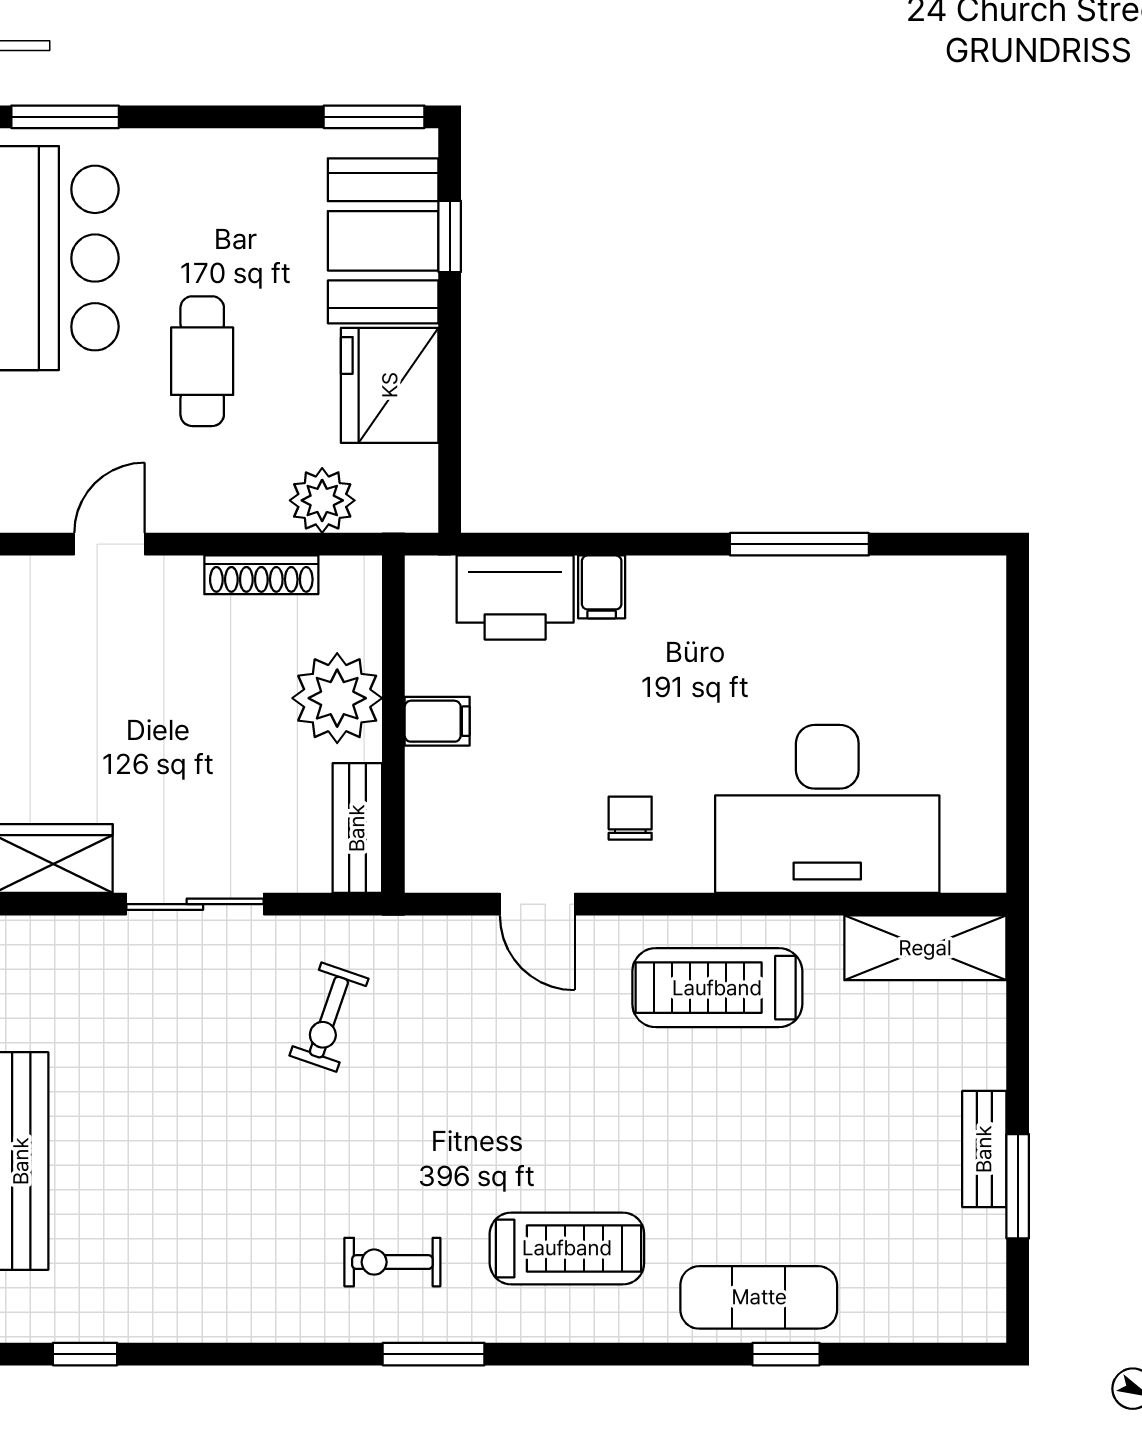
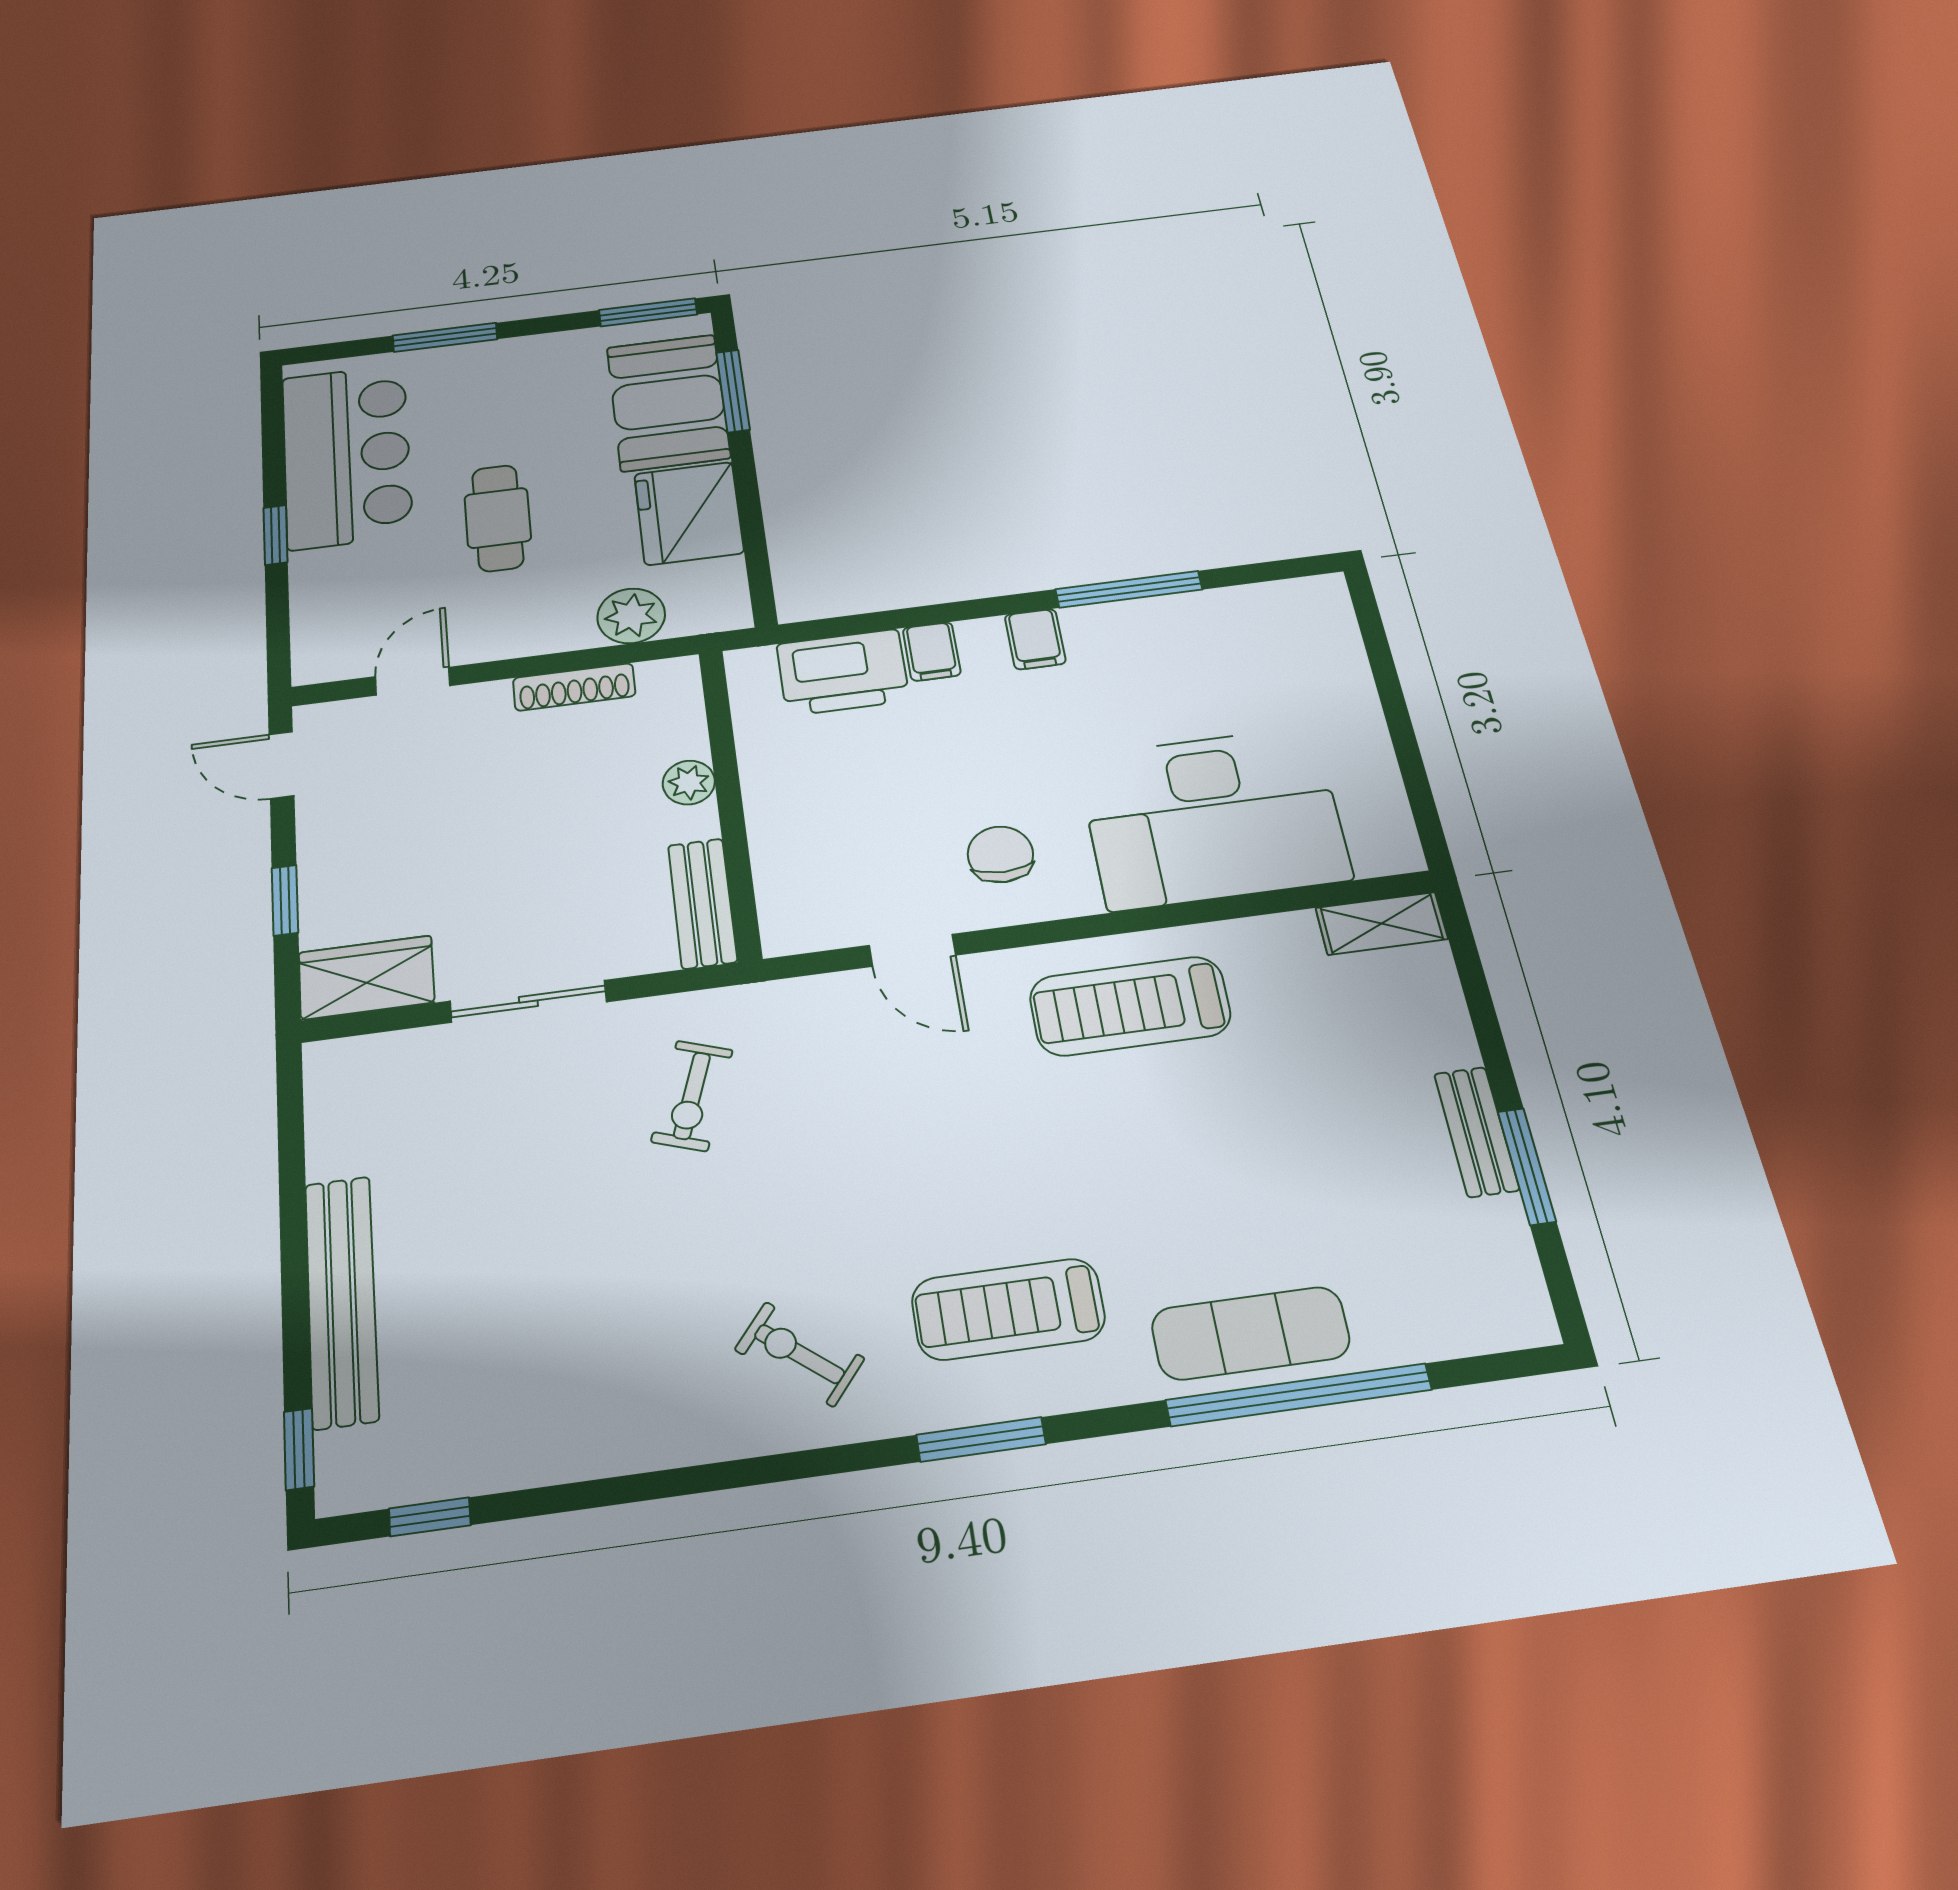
window: (65, 117) -> (445, 337), moved
window: (450, 236) -> (733, 391), width x1.50
plant: (337, 698) -> (689, 783), width x0.53, depth x0.53
filing cabinet: (437, 721) -> (1035, 639), moved, turned 90
chair: (630, 818) -> (1000, 854), width x1.37, depth x1.37
shelving: (925, 948) -> (1382, 923), width x0.67, depth x0.75
treadmill: (567, 1248) -> (1008, 1309), turned 180
exercise bike: (392, 1262) -> (799, 1354), turned 39
window: (434, 1354) -> (981, 1439), moved
window: (786, 1354) -> (1299, 1395), width x3.17

